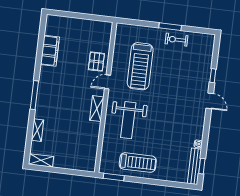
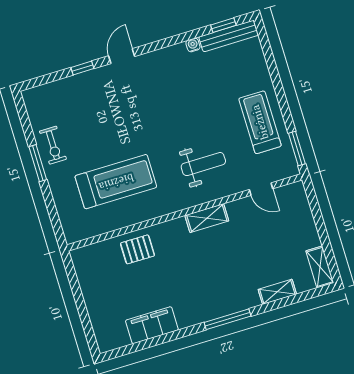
door: (107, 82) -> (261, 189), moved
weight bench: (128, 120) -> (203, 164), width x0.73, depth x0.75

